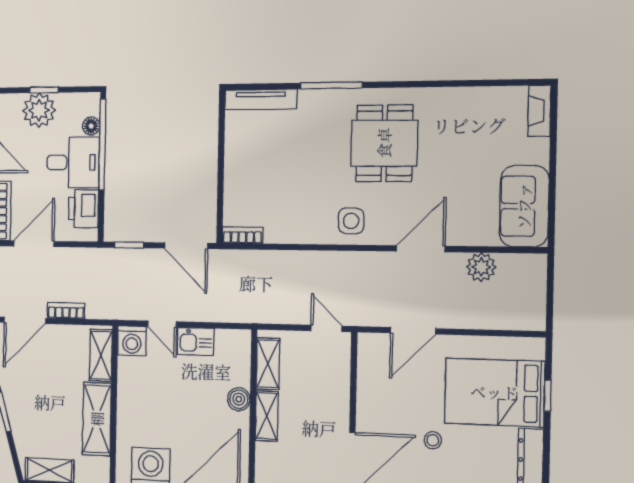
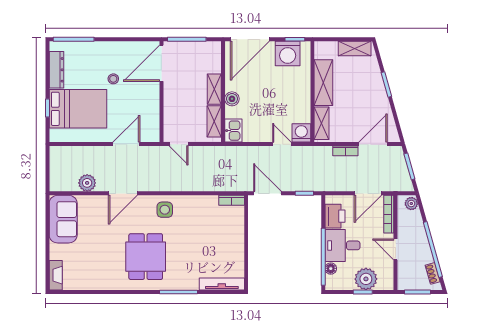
kitchen sink: (196, 341) -> (233, 131), moved, turned 90

